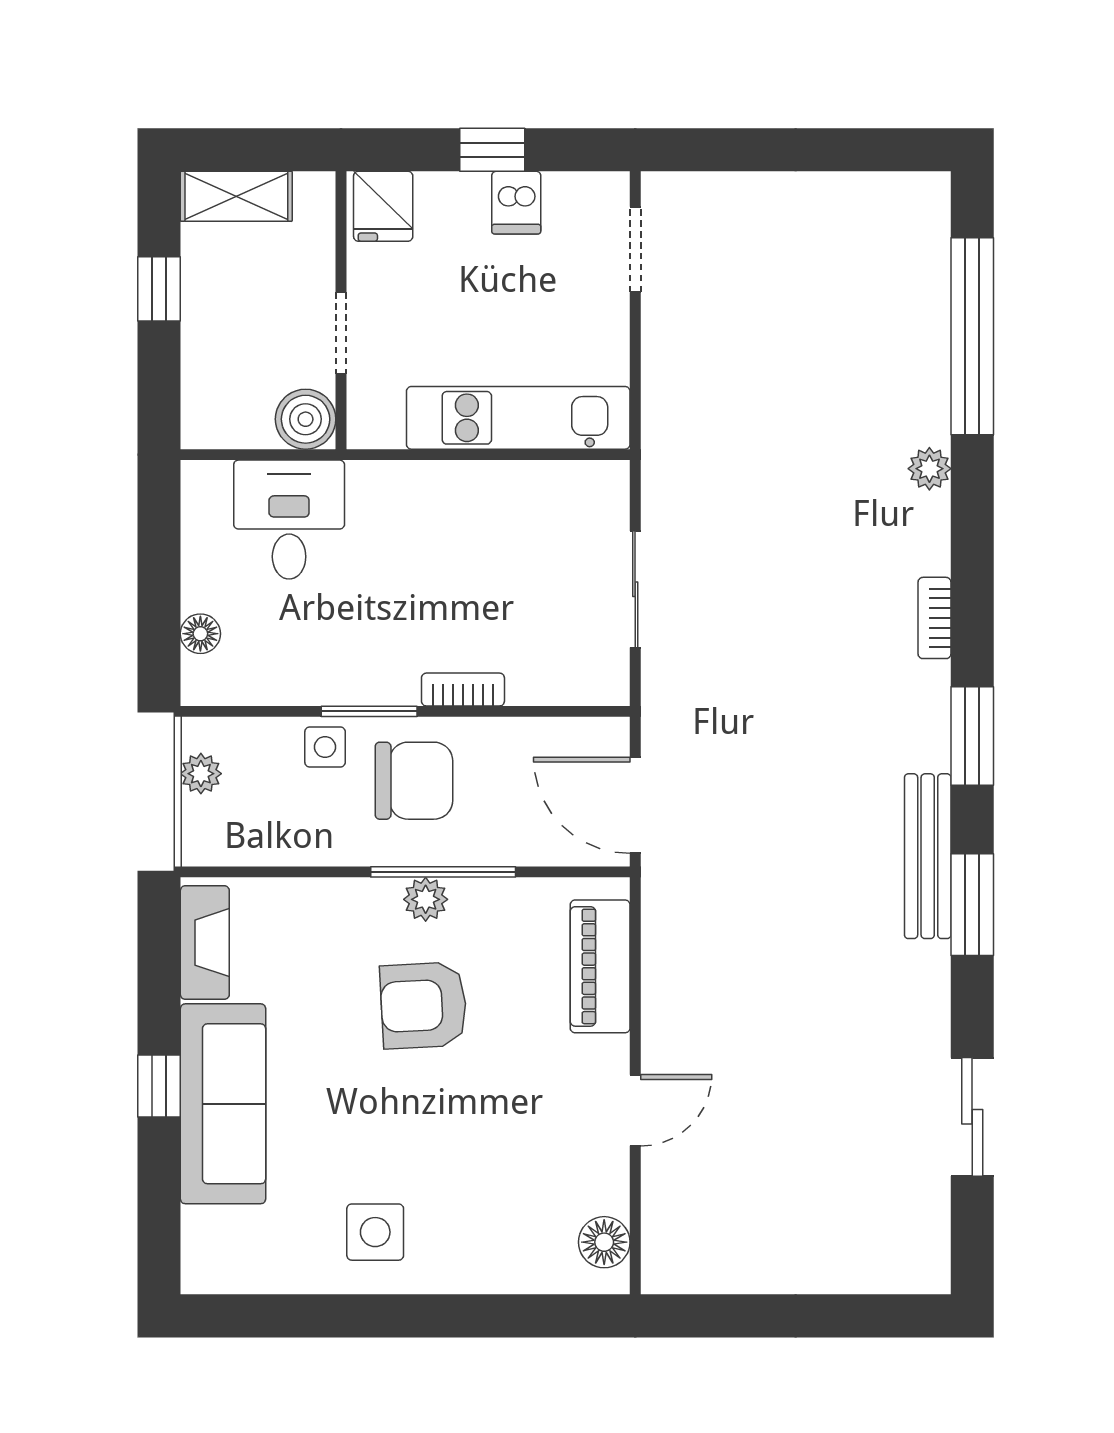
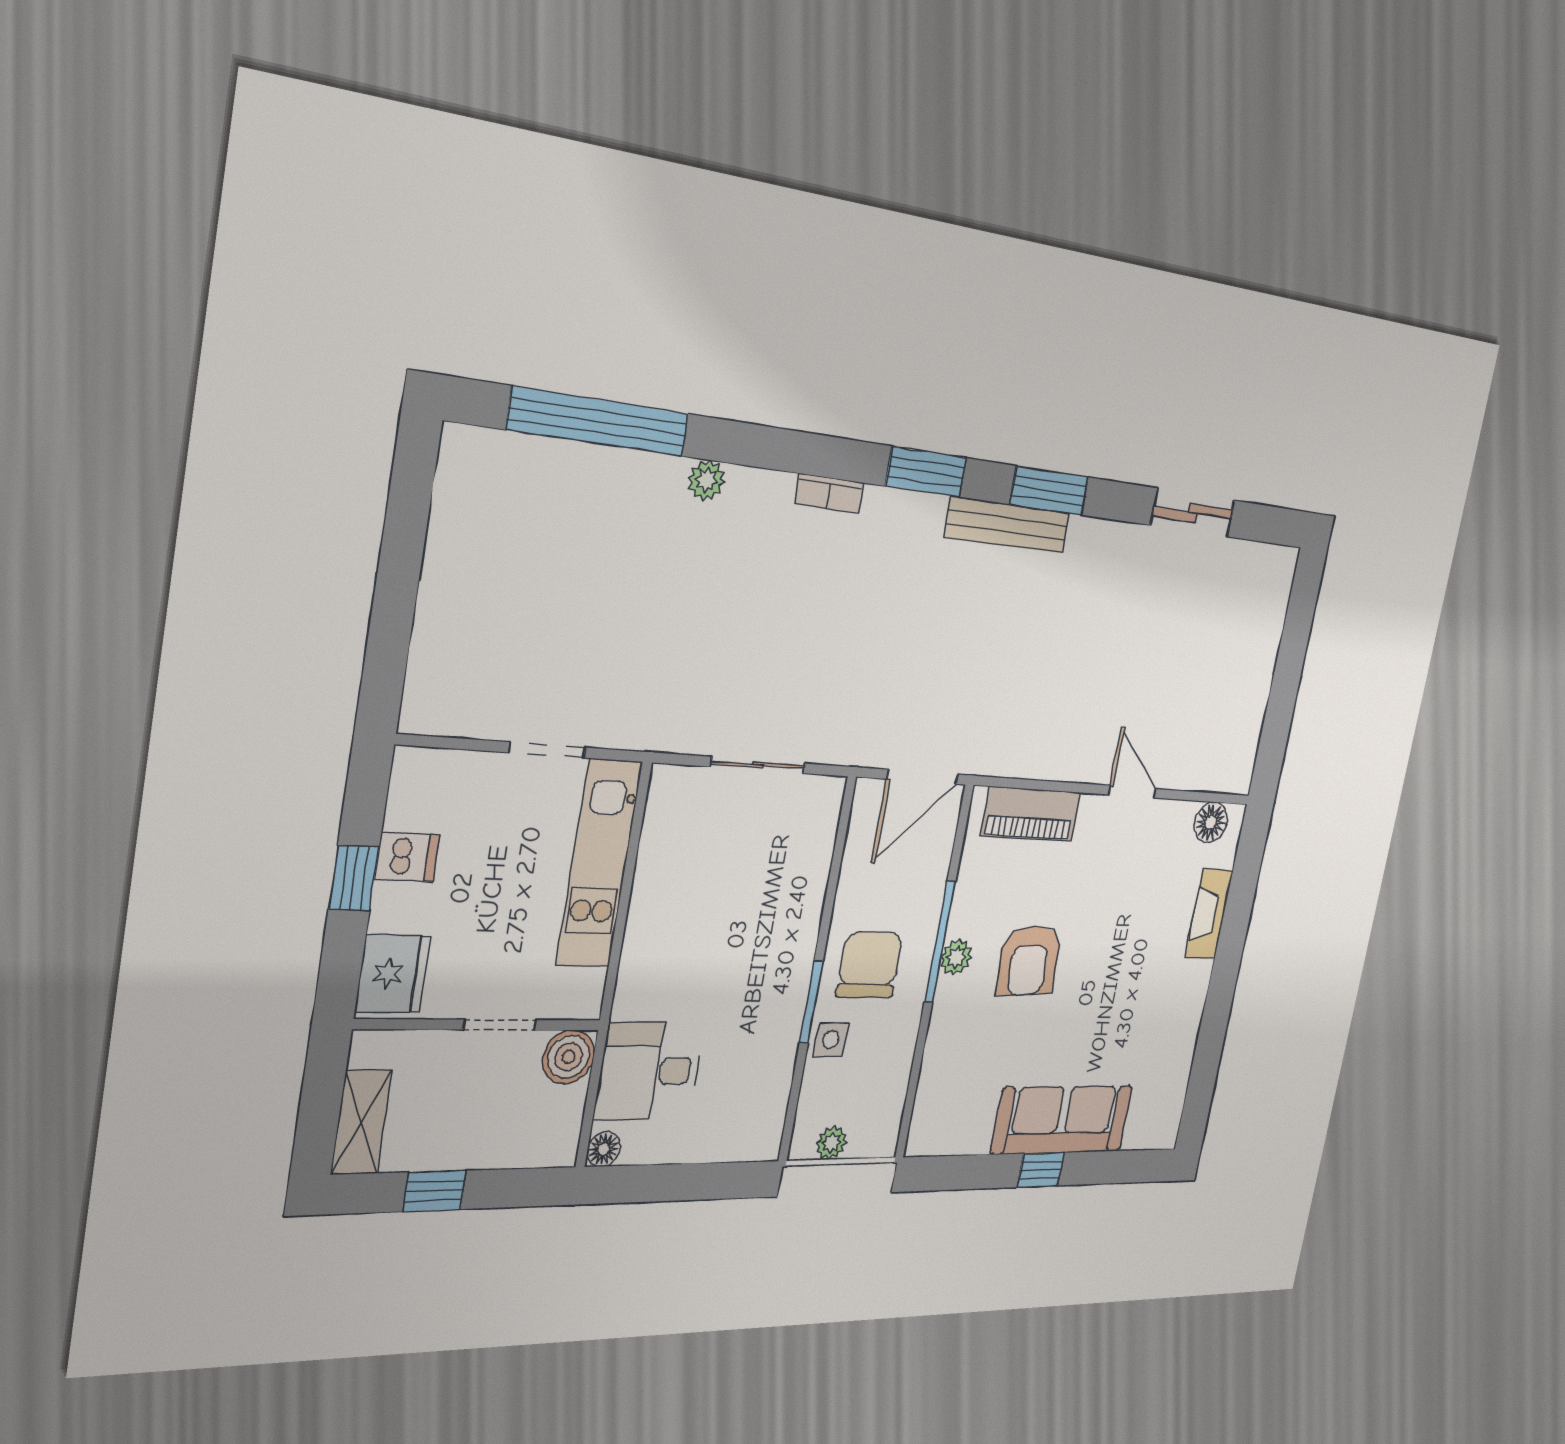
fridge: (383, 206) -> (393, 974), width x1.38
doorway: (635, 249) -> (547, 750), moved
floor lamp: (200, 634) -> (604, 1149), moved
bookcase: (463, 690) -> (809, 921), removed
fireplace: (205, 943) -> (1209, 914), moved, turned -90
side table: (375, 1232) -> (1168, 1001), removed

